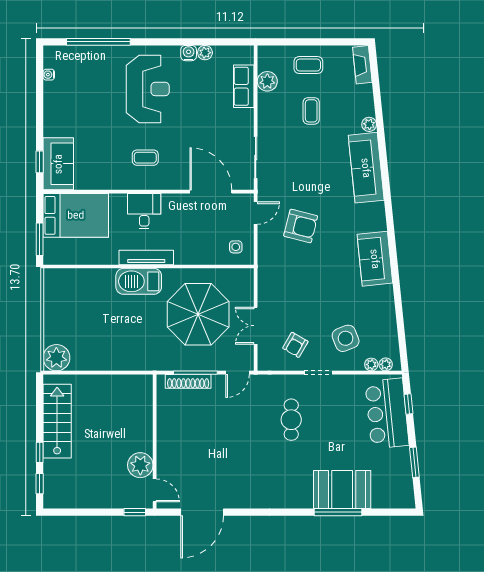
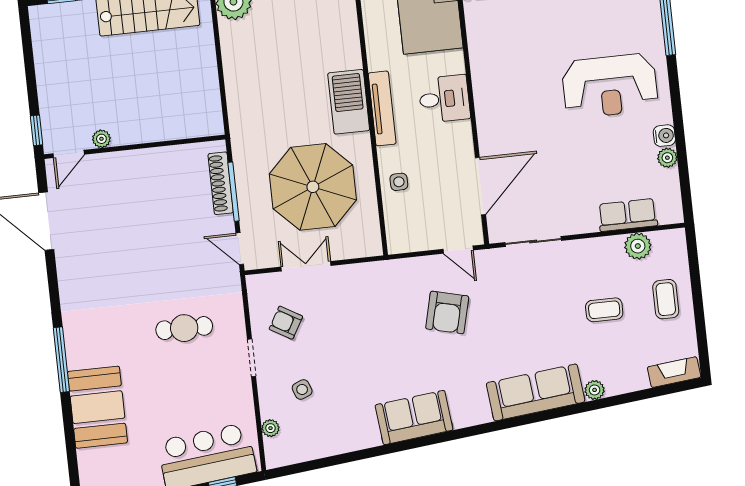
coffee table: (145, 158) -> (517, 92), removed
side table: (236, 247) -> (399, 182), moved
side table: (346, 338) -> (302, 390), width x0.54, depth x0.54
plant: (386, 364) -> (273, 448), removed
plant: (140, 465) -> (101, 139), width x0.53, depth x0.53
window: (338, 512) -> (61, 360), moved

